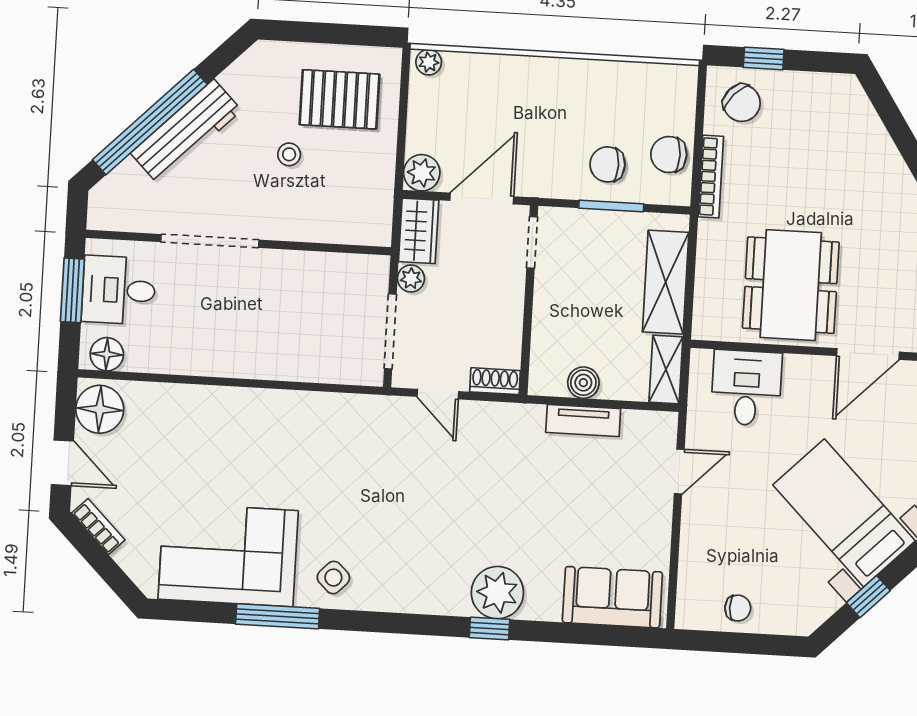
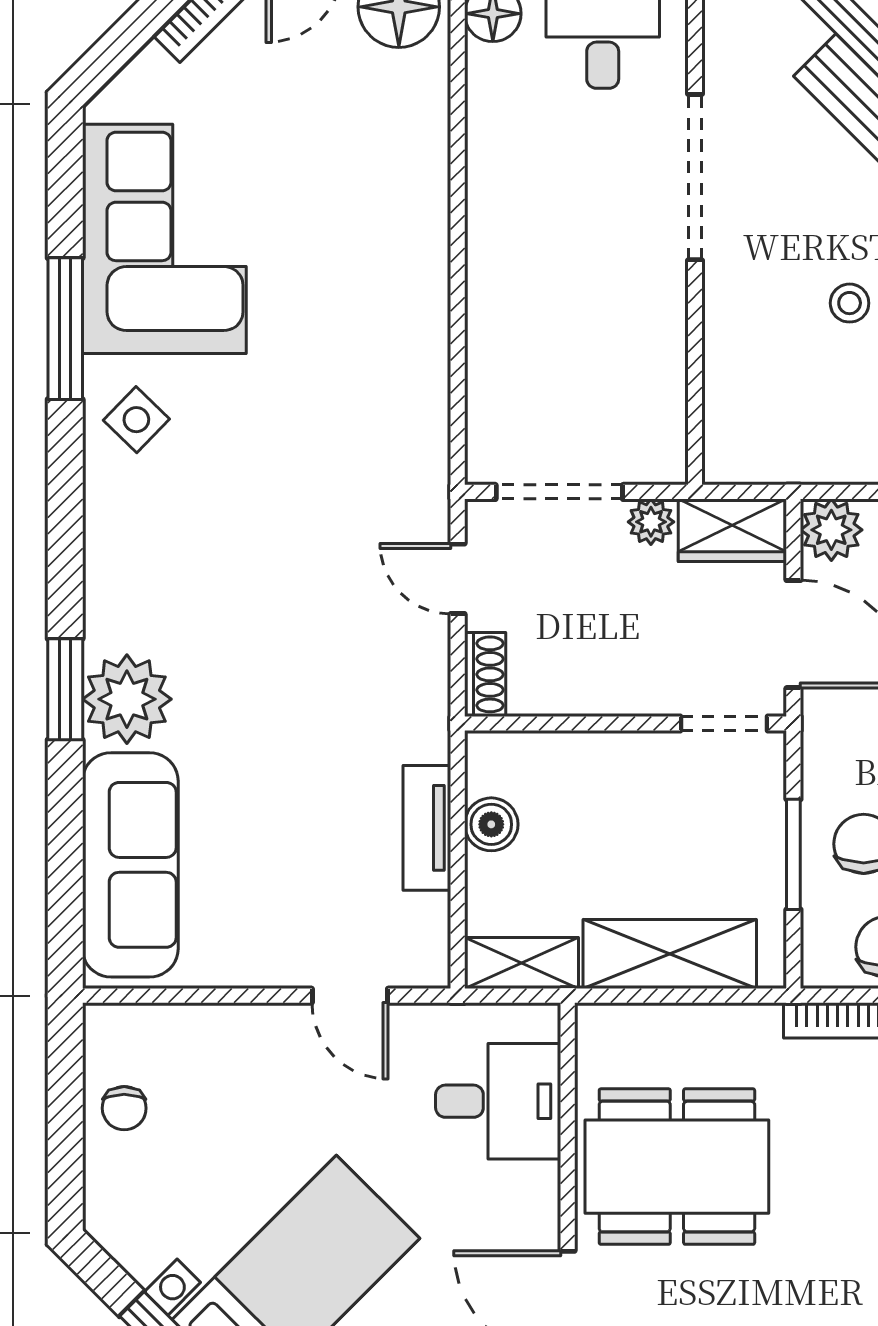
door: (438, 394) -> (458, 579), hinge flipped
sofa: (612, 597) -> (130, 865), width x1.36
window: (489, 629) -> (65, 689), width x1.50

